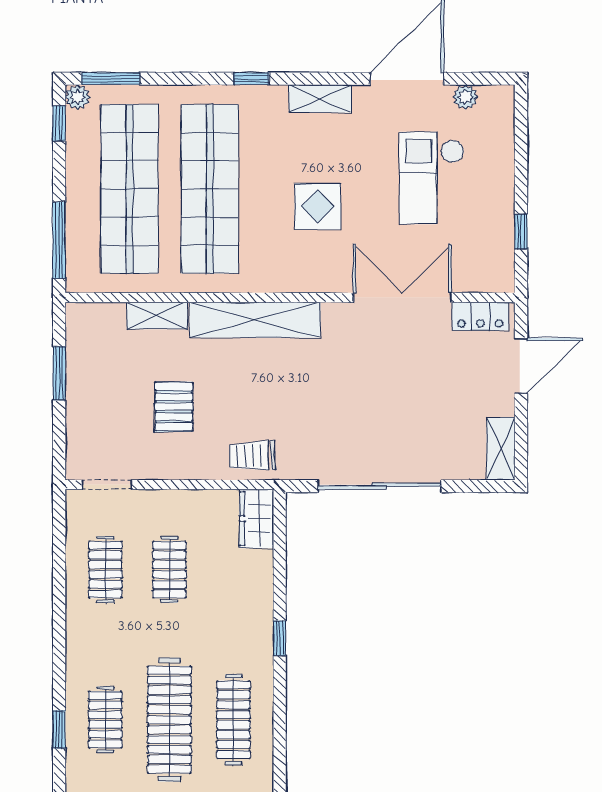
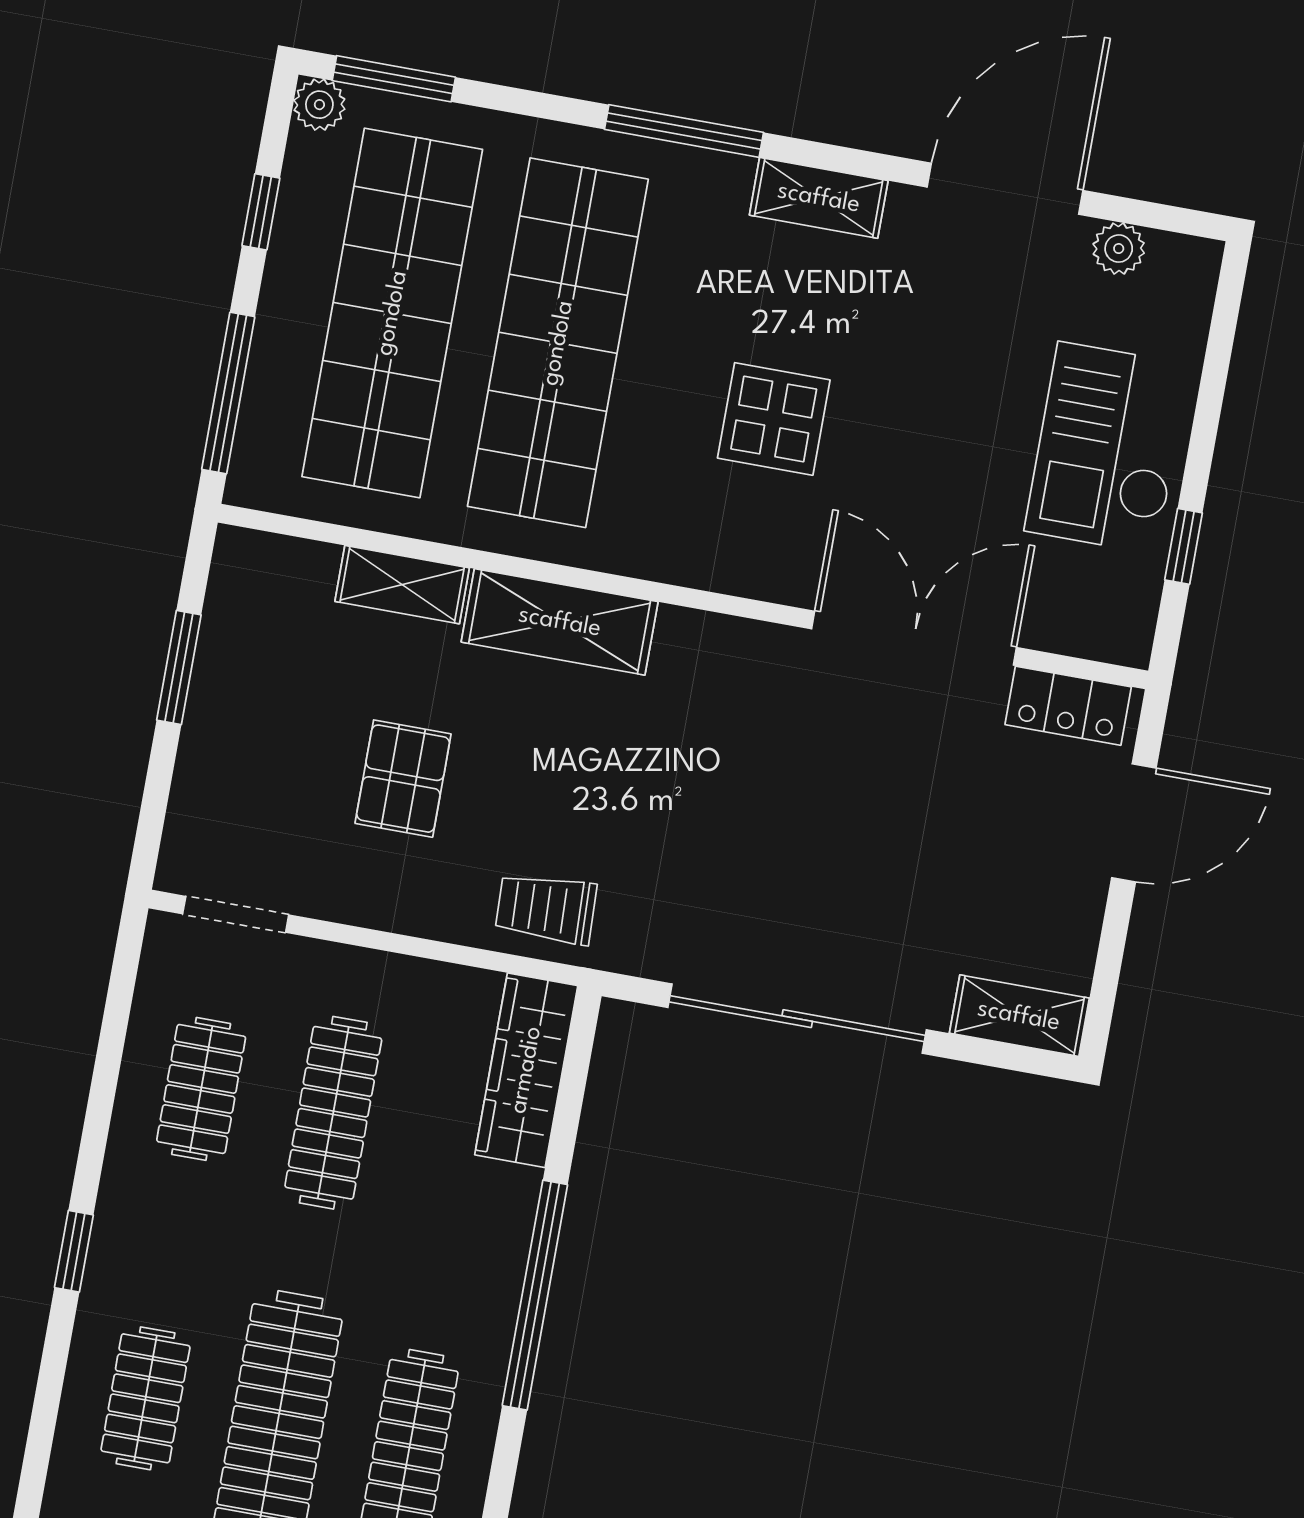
window: (251, 79) -> (684, 131), width x2.17
window: (59, 124) -> (261, 212), moved
checkout: (432, 178) -> (1108, 448), moved
shelving: (255, 320) -> (560, 622), width x0.68
shelving: (501, 449) -> (1019, 1016), moved, turned 90
wardrobe: (256, 519) -> (526, 1070), width x1.50
clothes rail: (169, 570) -> (333, 1113), width x1.36
window: (280, 638) -> (535, 1295), width x3.17
window: (59, 729) -> (74, 1251), moved

